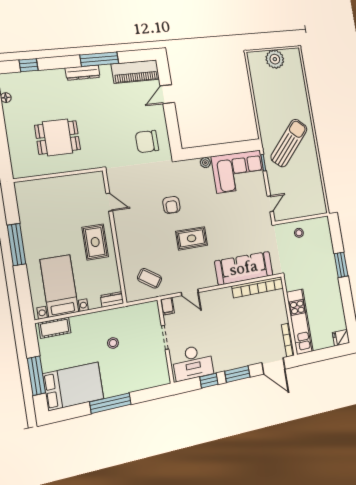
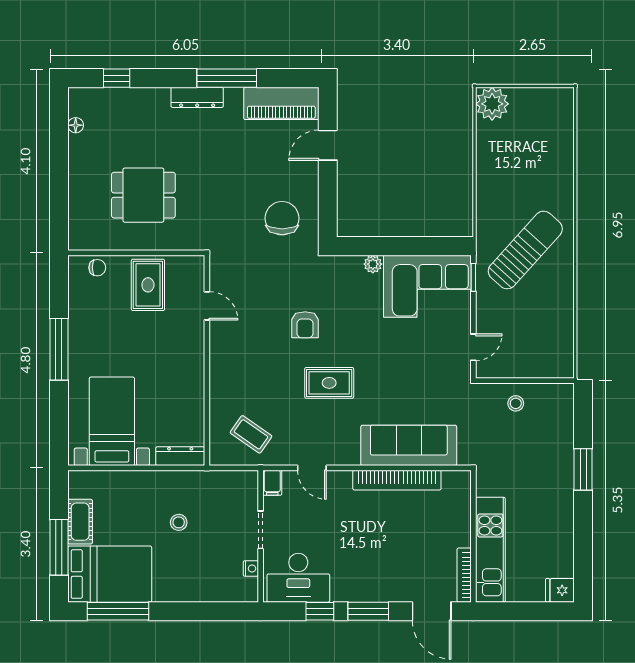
plant: (275, 59) -> (492, 104), moved
chair: (147, 142) -> (282, 218), turned 90
chair: (34, 188) -> (97, 268), added
rug: (95, 242) -> (148, 285), moved
bookcase: (258, 287) -> (397, 480), moved
dresser: (112, 299) -> (180, 456), width x1.44
cot: (55, 328) -> (80, 522), moved, turned 90
nightstand: (163, 363) -> (251, 568), added
window: (110, 403) -> (118, 611), moved

